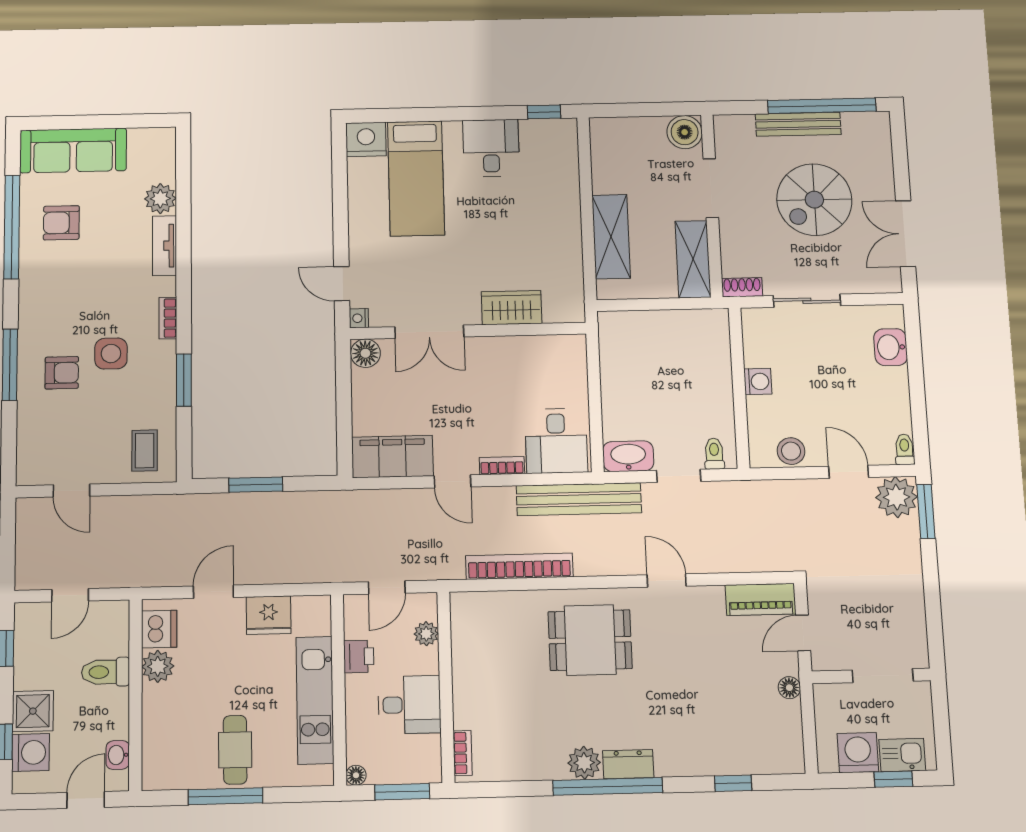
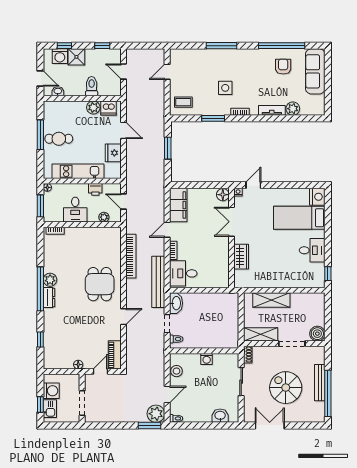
armchair: (62, 373) -> (217, 67), removed
door: (803, 633) -> (100, 372), hinge flipped

